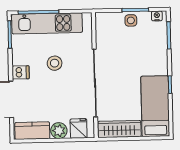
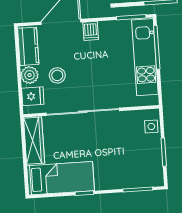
nightstand: (157, 16) -> (158, 176), removed
side table: (131, 20) -> (151, 126), moved
stool: (55, 63) -> (57, 75), moved

